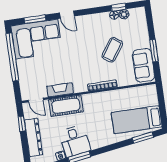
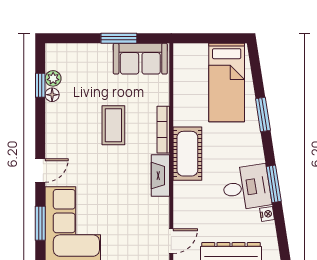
coffee table: (112, 50) -> (113, 125), moved, turned 55
fireplace: (60, 90) -> (160, 176), moved
cot: (66, 106) -> (187, 154), moved
window: (143, 138) -> (263, 115), moved

